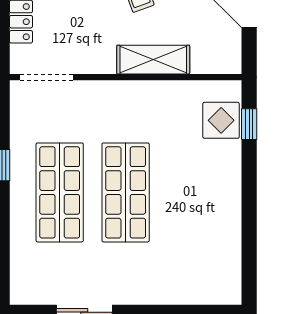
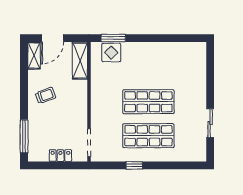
shelving: (153, 60) -> (80, 61), moved
window: (249, 124) -> (113, 38), width x1.50

